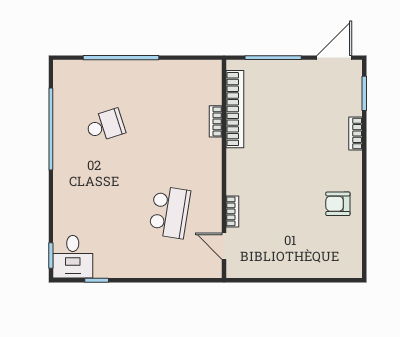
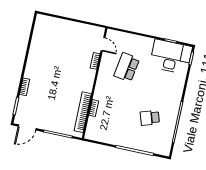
armchair: (338, 204) -> (41, 53), removed
desk: (73, 257) -> (171, 57), width x1.87, depth x1.30

